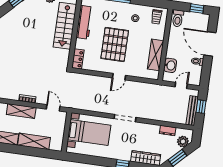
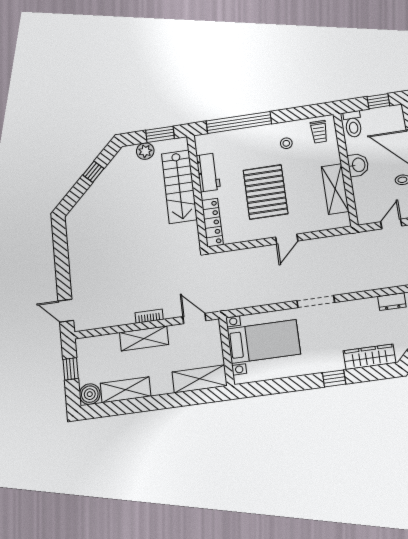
workbench: (84, 22) -> (208, 172), width x0.73
locker: (78, 59) -> (212, 223), width x1.53
washbasin: (170, 65) -> (358, 165), moved
shelving: (34, 141) -> (200, 379), moved

